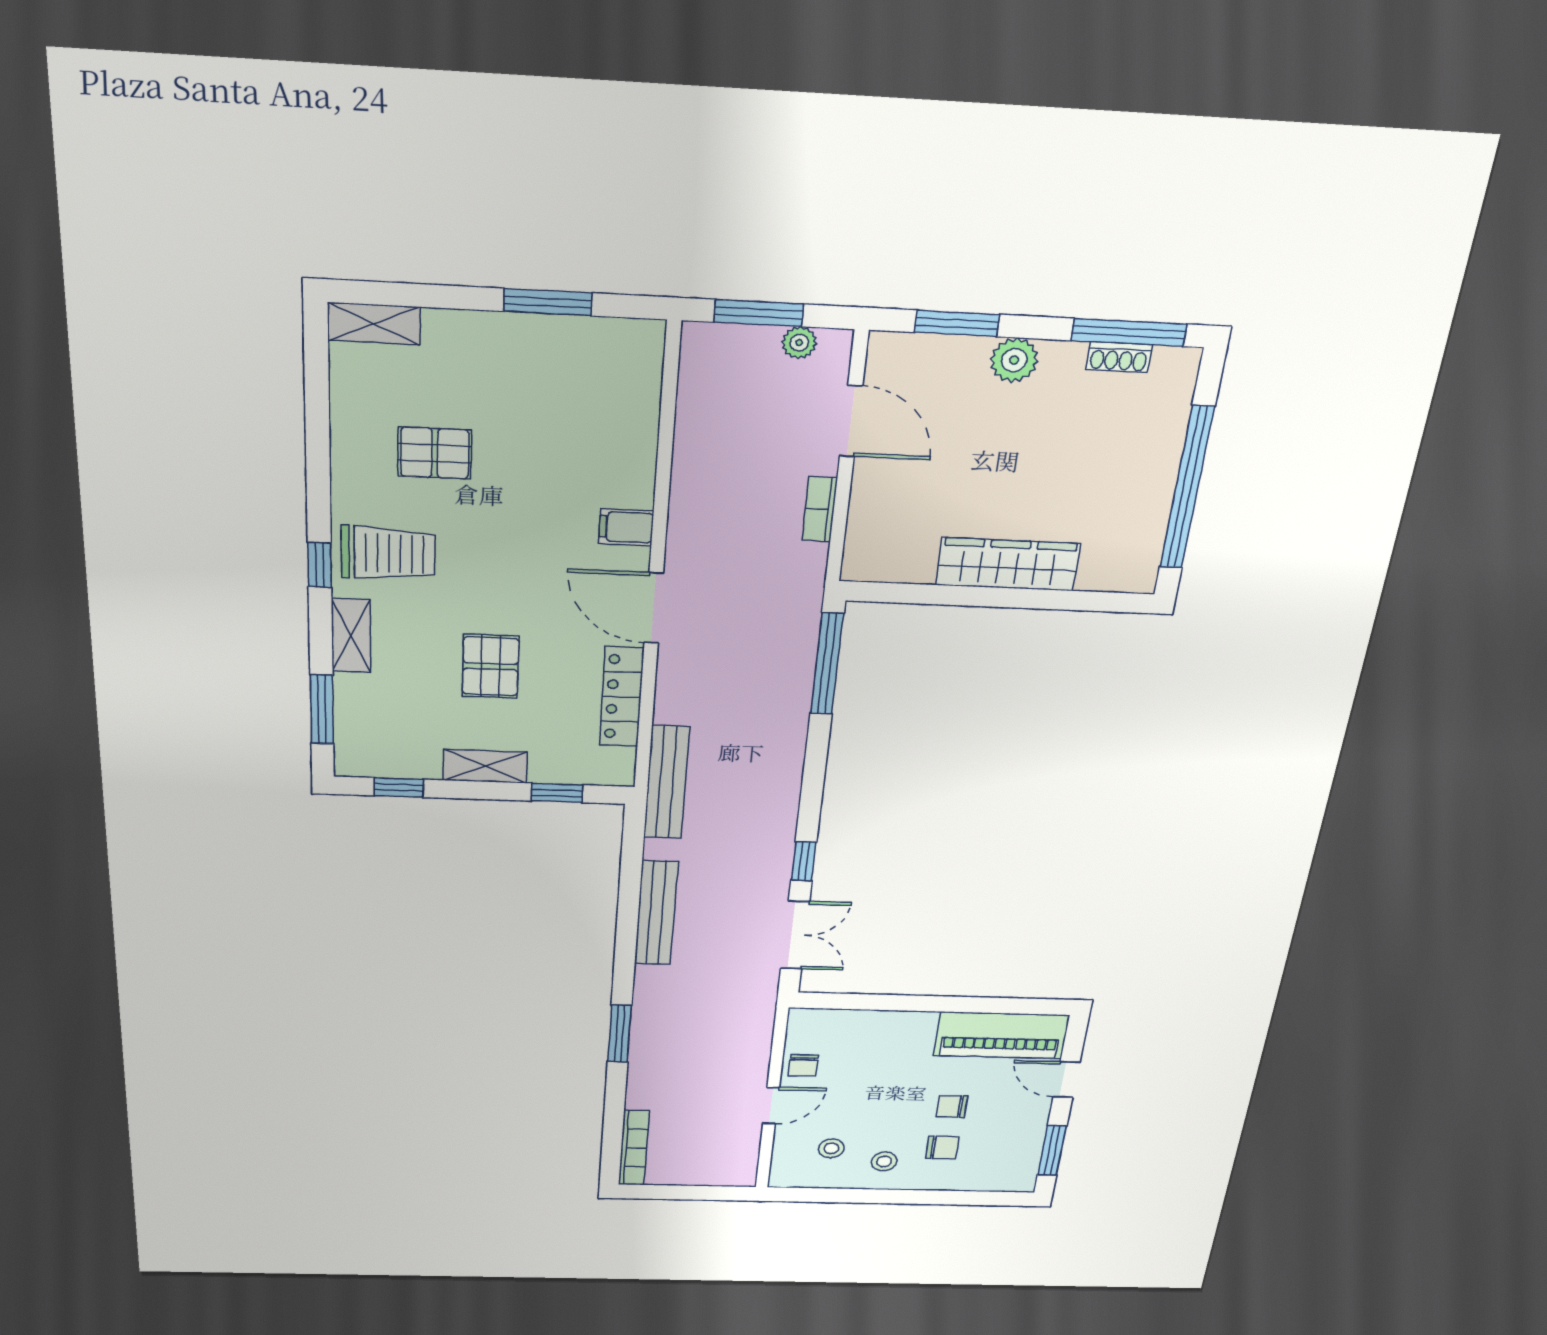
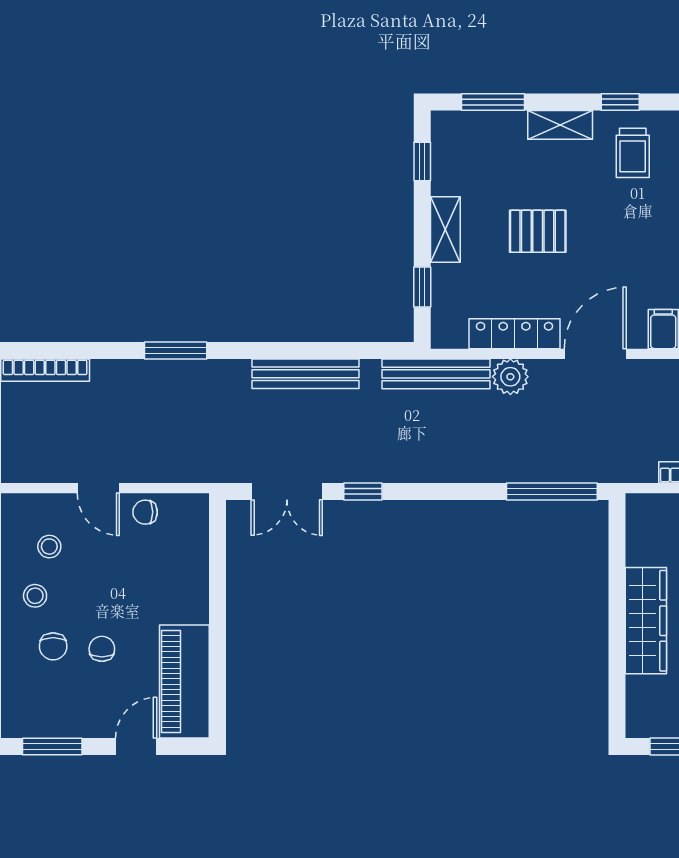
trolley: (388, 553) -> (633, 153), width x0.73, depth x0.72
plant: (676, 704) -> (510, 377), added

